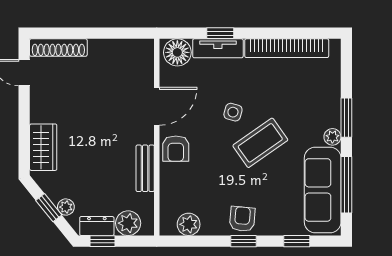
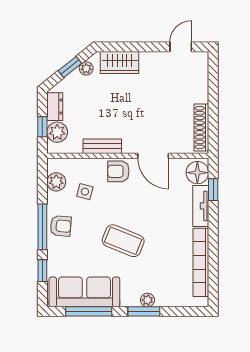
window: (220, 33) -> (213, 190), moved
shoe rack: (58, 48) -> (201, 128), moved
side table: (233, 112) -> (85, 192), moved
plant: (332, 137) -> (147, 300), moved
coffee table: (260, 143) -> (123, 241), turned -33
plant: (66, 207) -> (86, 68), moved
window: (103, 241) -> (42, 127), moved
window: (244, 241) -> (42, 227), width x2.17

